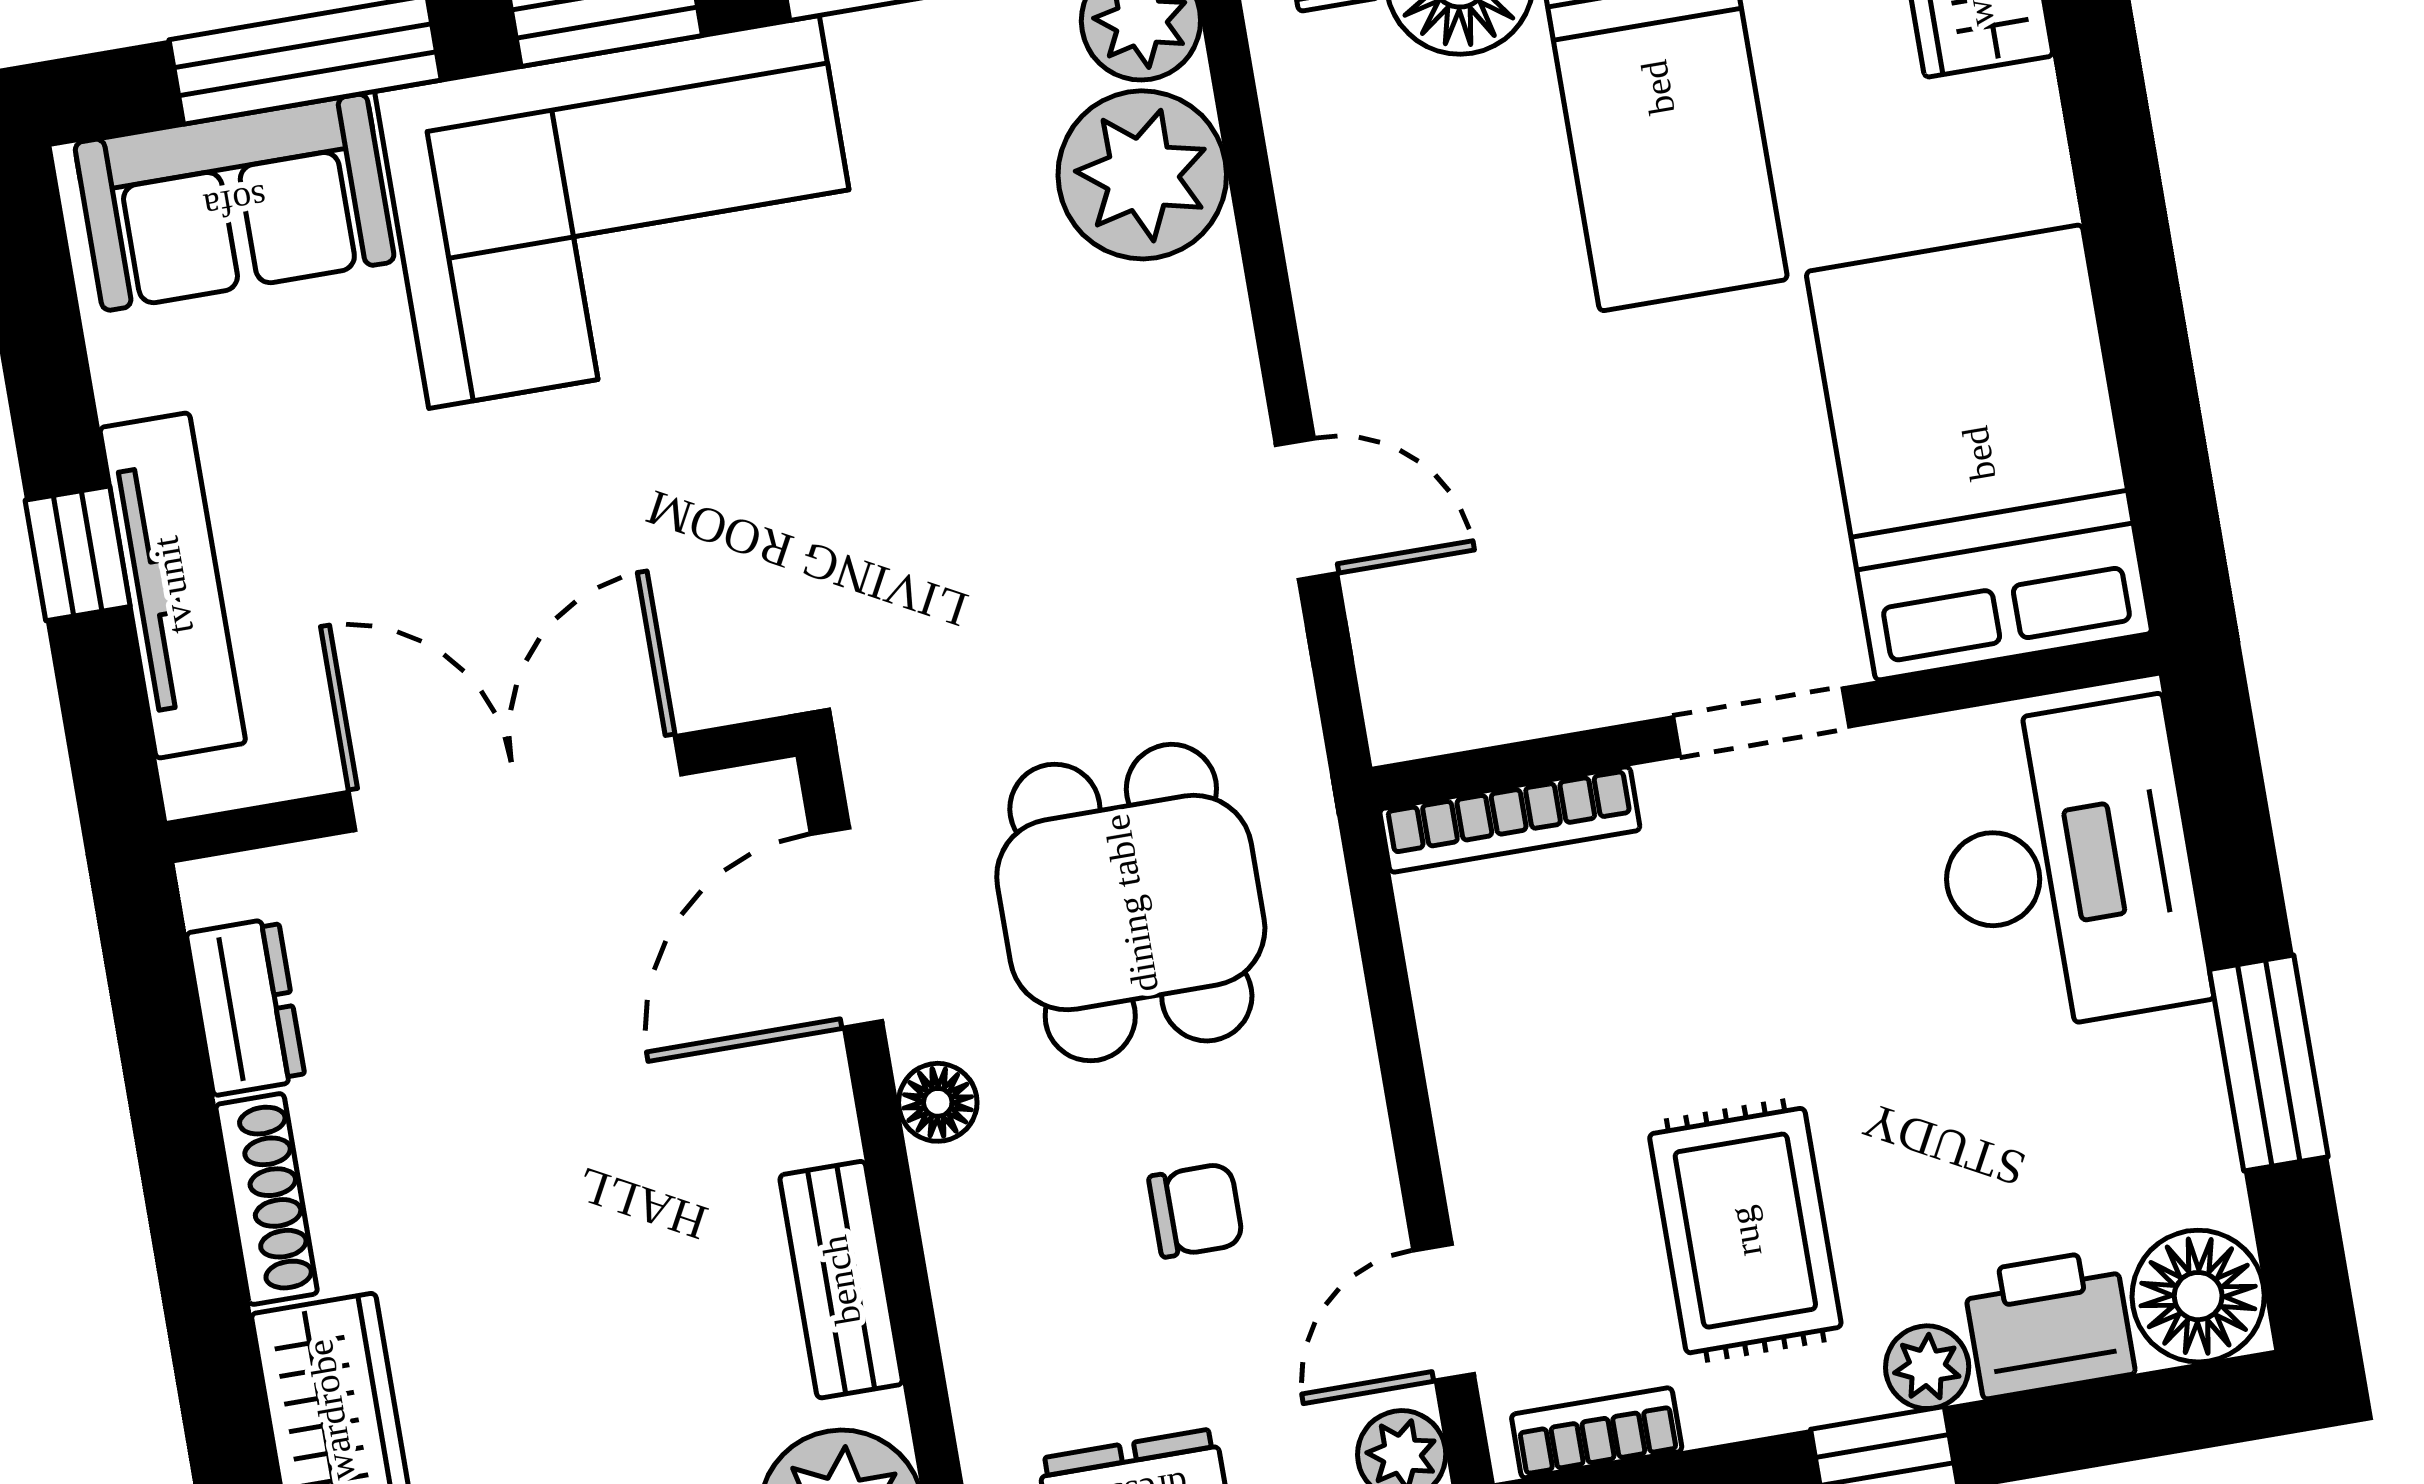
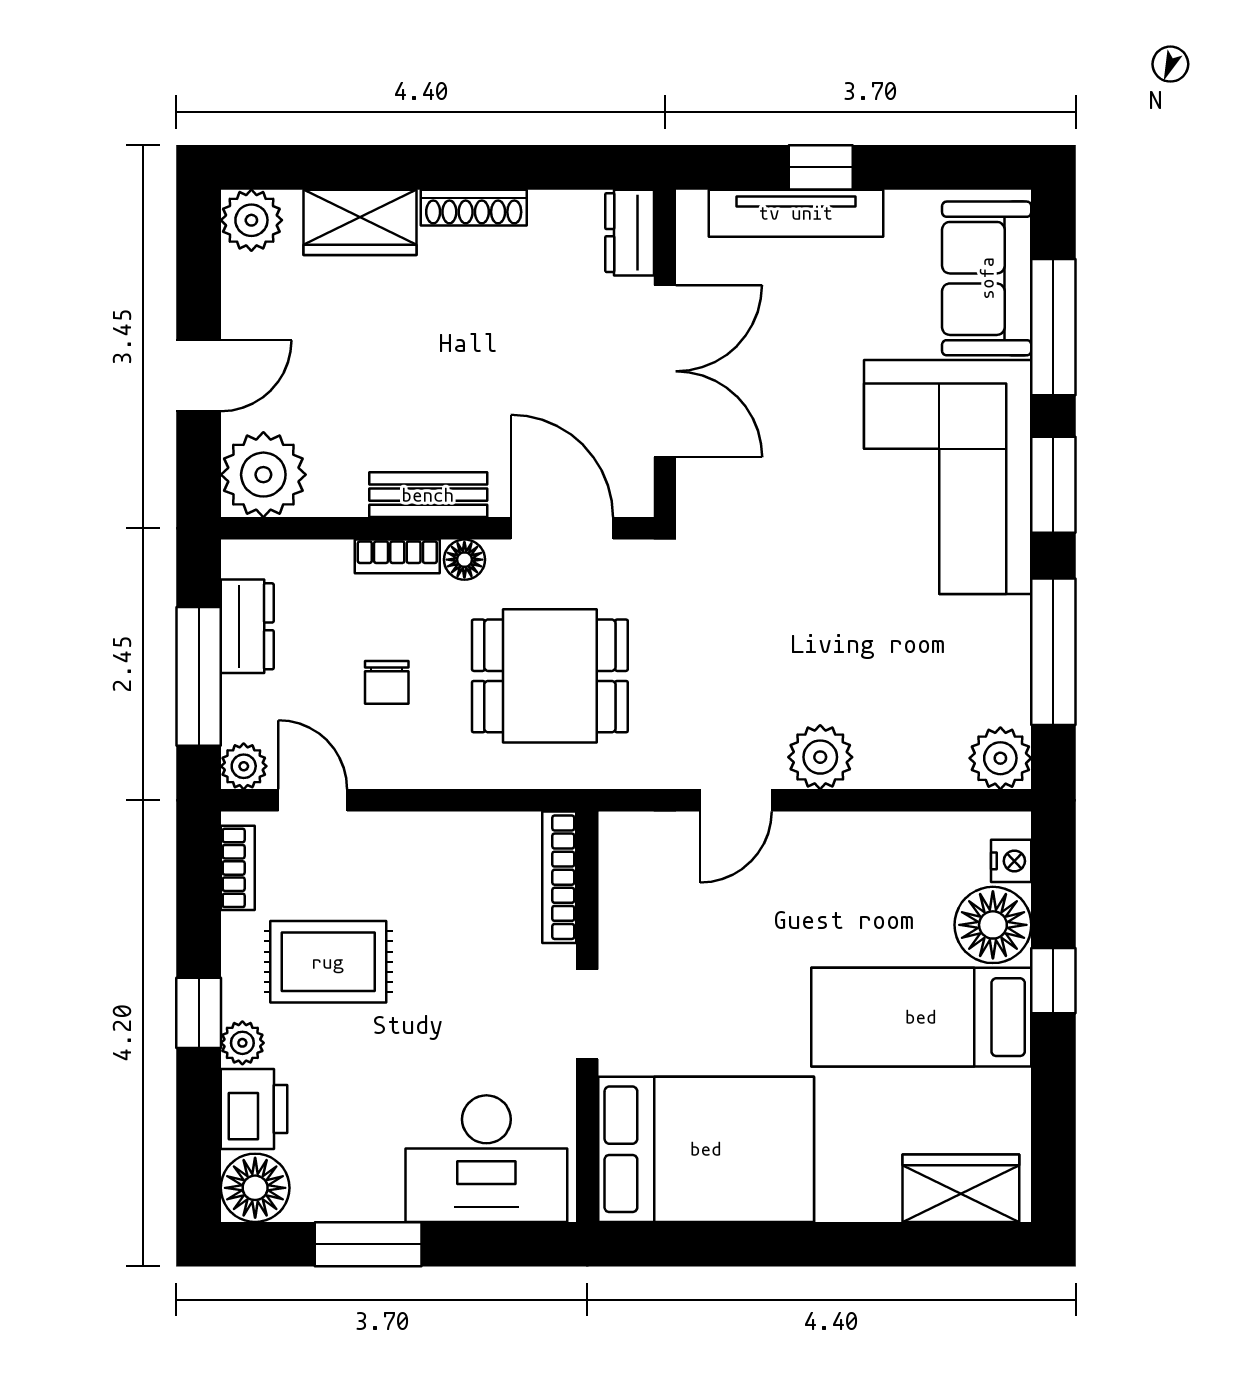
plant: (1142, 175) -> (820, 757), moved, width x0.73, depth x0.73
dresser: (246, 1007) -> (630, 233), moved, turned 90
bookcase: (953, 1231) -> (397, 556), added
bench: (841, 1280) -> (428, 495), moved

